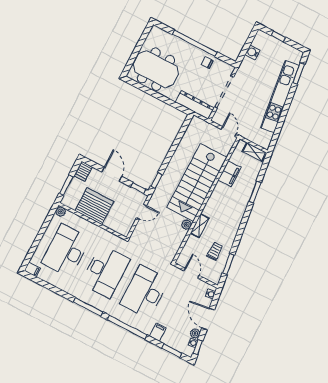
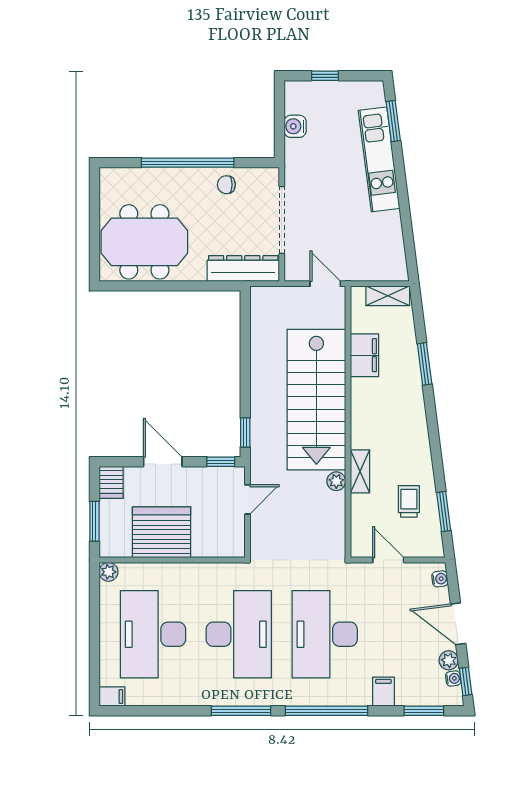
kitchen unit: (280, 97) -> (379, 159), width x0.73

